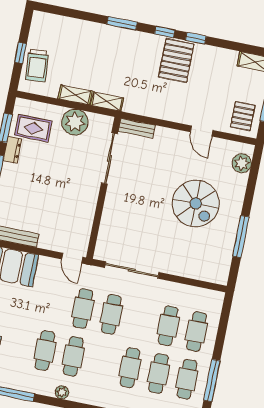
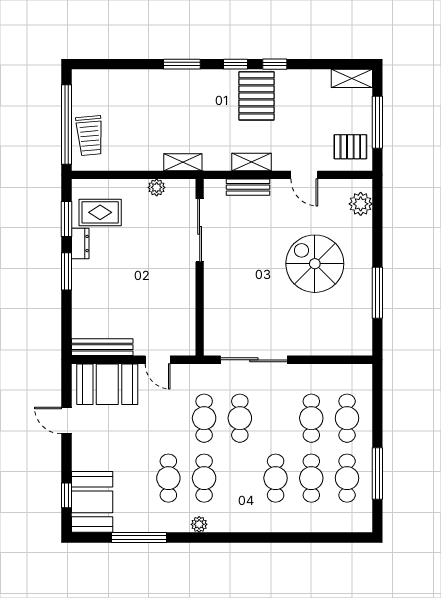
window: (21, 53) -> (67, 125), width x3.17
shelving: (75, 95) -> (251, 162), moved
pallet: (243, 116) -> (350, 147), turned 90
plant: (75, 122) -> (157, 187), width x0.53, depth x0.53
bench: (137, 128) -> (248, 187), moved
spiral stairs: (196, 203) -> (315, 264), turned 180
door: (72, 258) -> (158, 360), moved

